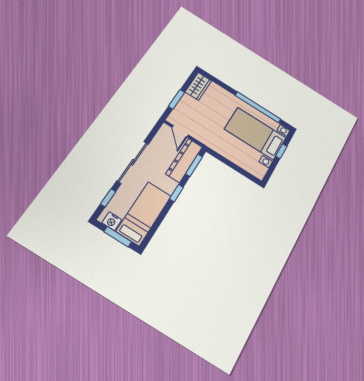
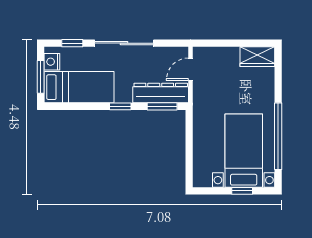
window: (177, 99) -> (225, 43), removed

